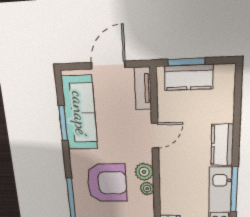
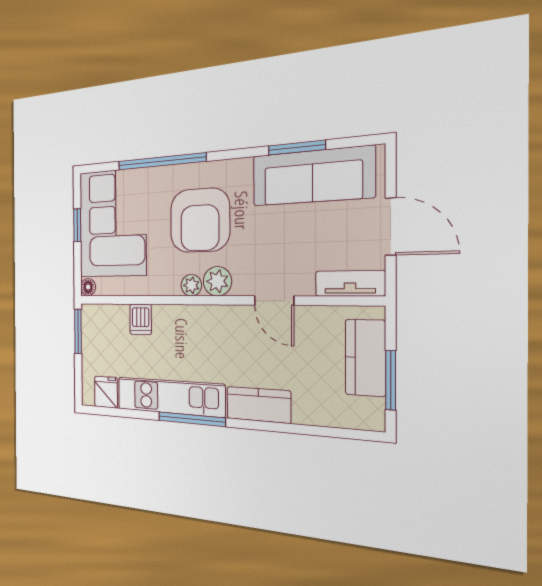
window: (186, 62) -> (391, 380), moved

